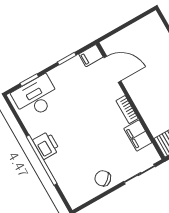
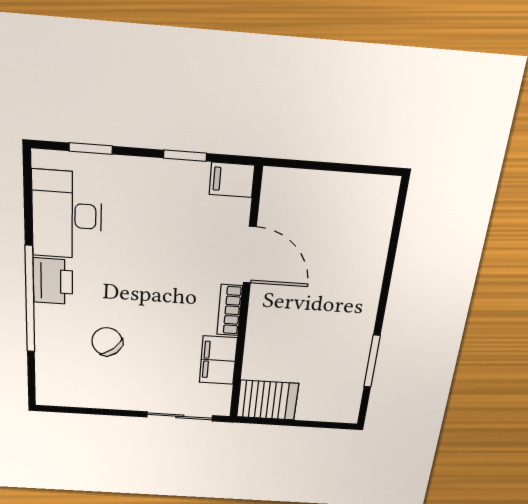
door: (112, 69) -> (250, 255), moved
desk: (36, 97) -> (67, 215), moved, turned -90
chair: (103, 178) -> (107, 342), moved

